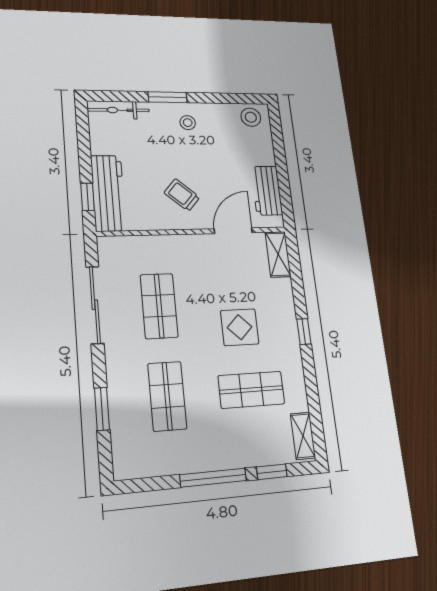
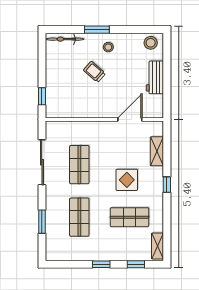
workbench: (267, 191) -> (155, 77), moved
workbench: (108, 193) -> (55, 94), removed
trolley: (182, 195) -> (95, 72), moved
shelving: (278, 254) -> (157, 151), moved
window: (213, 478) -> (101, 264), width x0.46

